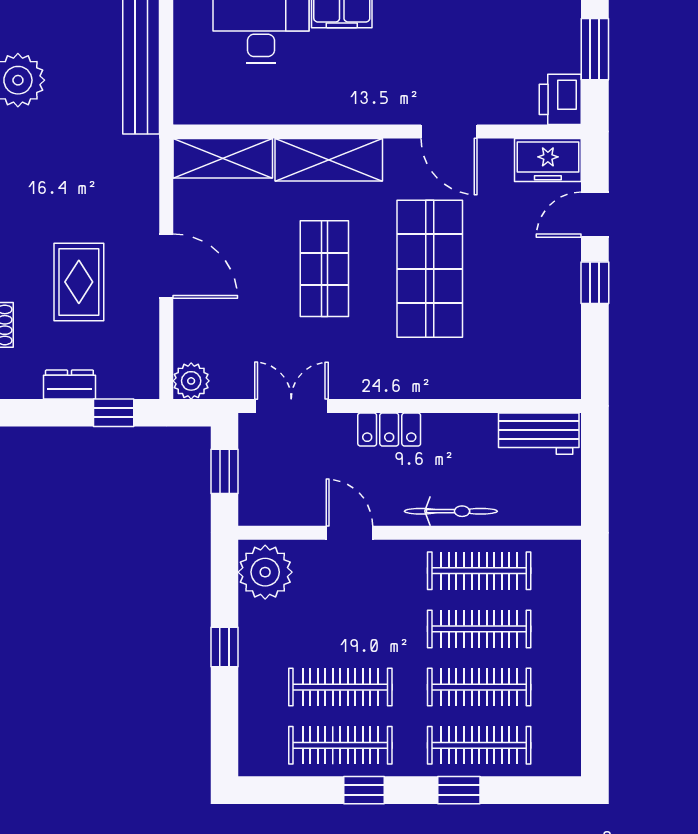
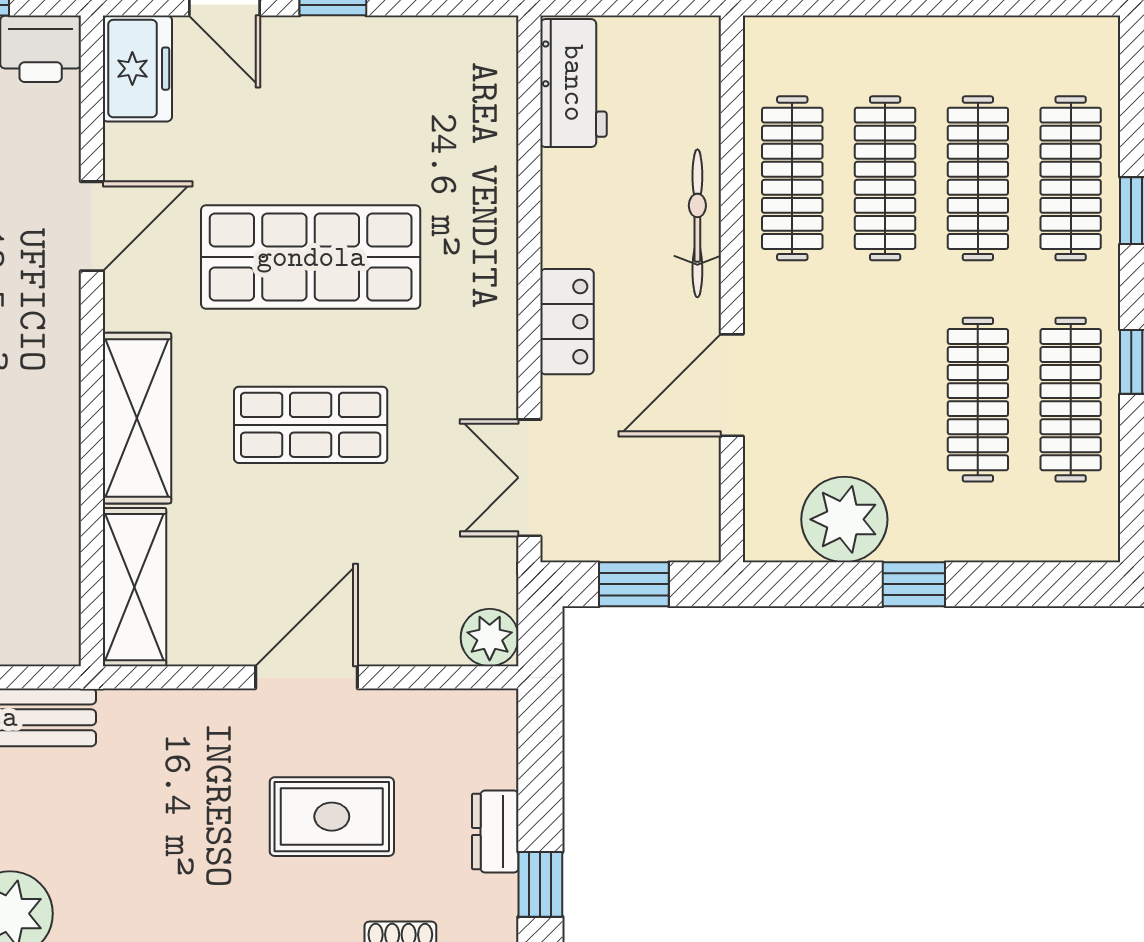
window: (114, 413) -> (540, 884), moved
door: (349, 533) -> (732, 385), width x1.38
plant: (265, 572) -> (844, 519), moved

